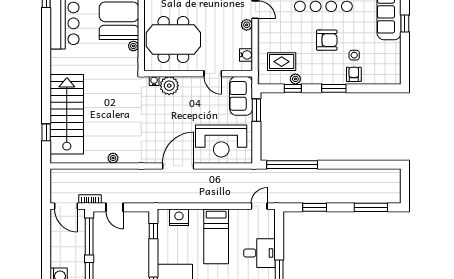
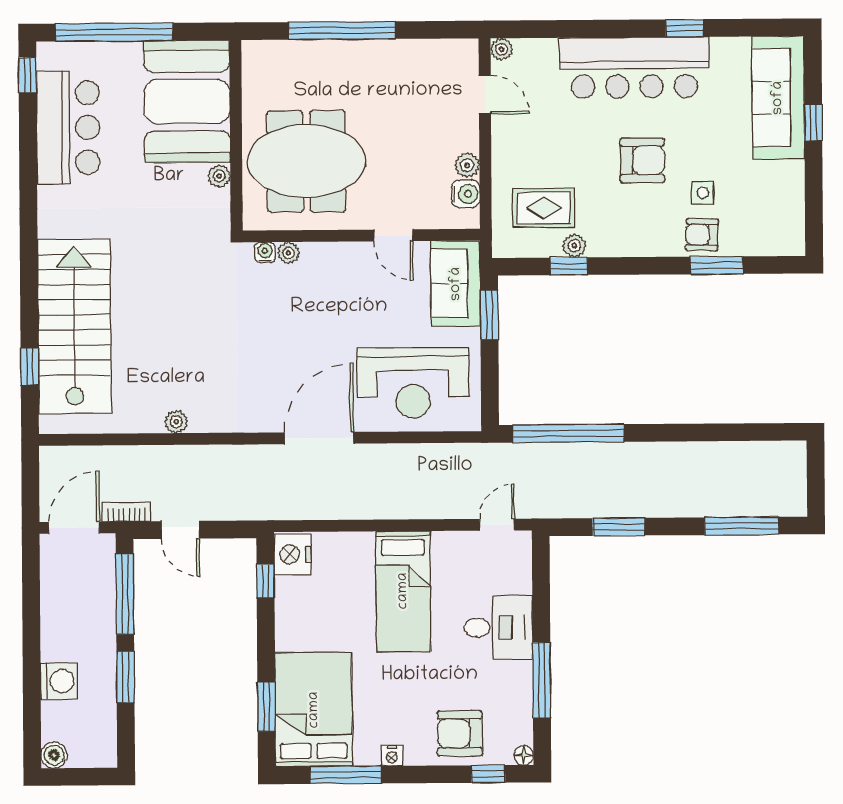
plant: (247, 25) -> (467, 165), moved
armchair: (354, 74) -> (702, 235), turned -88
plant: (169, 86) -> (289, 253), width x0.53, depth x0.53
window: (334, 88) -> (717, 265), moved
door: (66, 206) -> (74, 528), swing flipped
nightstand: (179, 217) -> (293, 555), moved, turned -90

